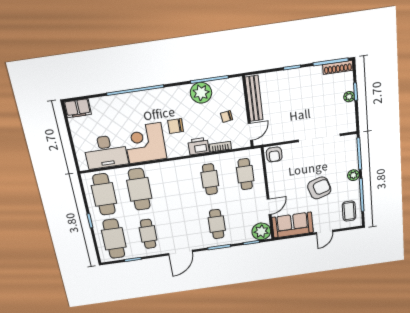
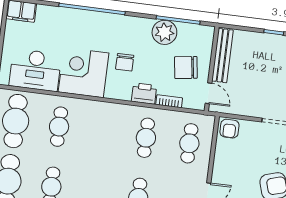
chair: (227, 116) -> (186, 68), width x1.87, depth x1.87
chair: (176, 126) -> (125, 62), turned -90
door: (250, 132) -> (209, 93), hinge flipped
cafe table: (139, 189) -> (59, 127), width x0.73, depth x0.74

